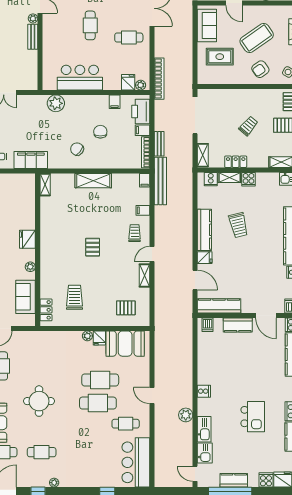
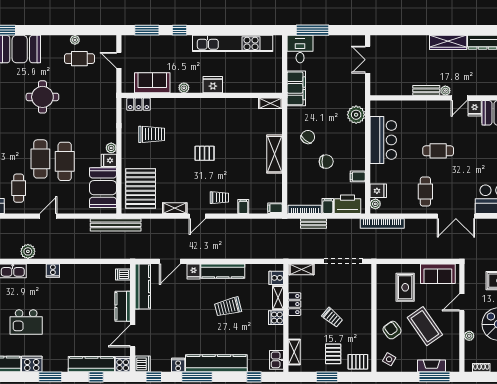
bench: (160, 181) -> (116, 225), moved
door: (152, 254) -> (197, 216), swing flipped
pallet: (126, 308) -> (141, 188), width x2.05, depth x2.00

